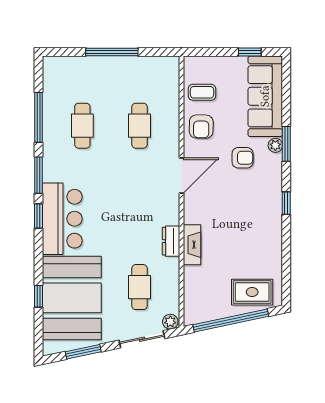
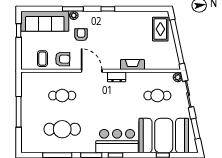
cafe table: (82, 126) -> (62, 129), width x1.37, depth x1.35
dresser: (171, 241) -> (117, 77), moved

